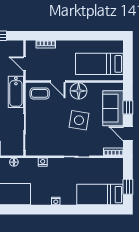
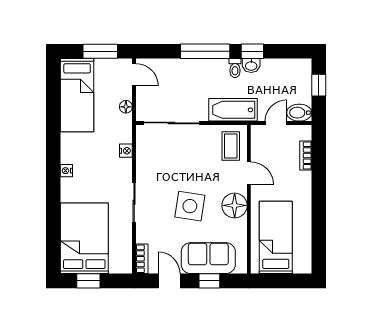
bidet: (18, 49) -> (299, 113), added
door: (58, 82) -> (249, 173), swing flipped
door: (128, 134) -> (169, 281), hinge flipped
bed: (100, 195) -> (84, 238), width x1.50

